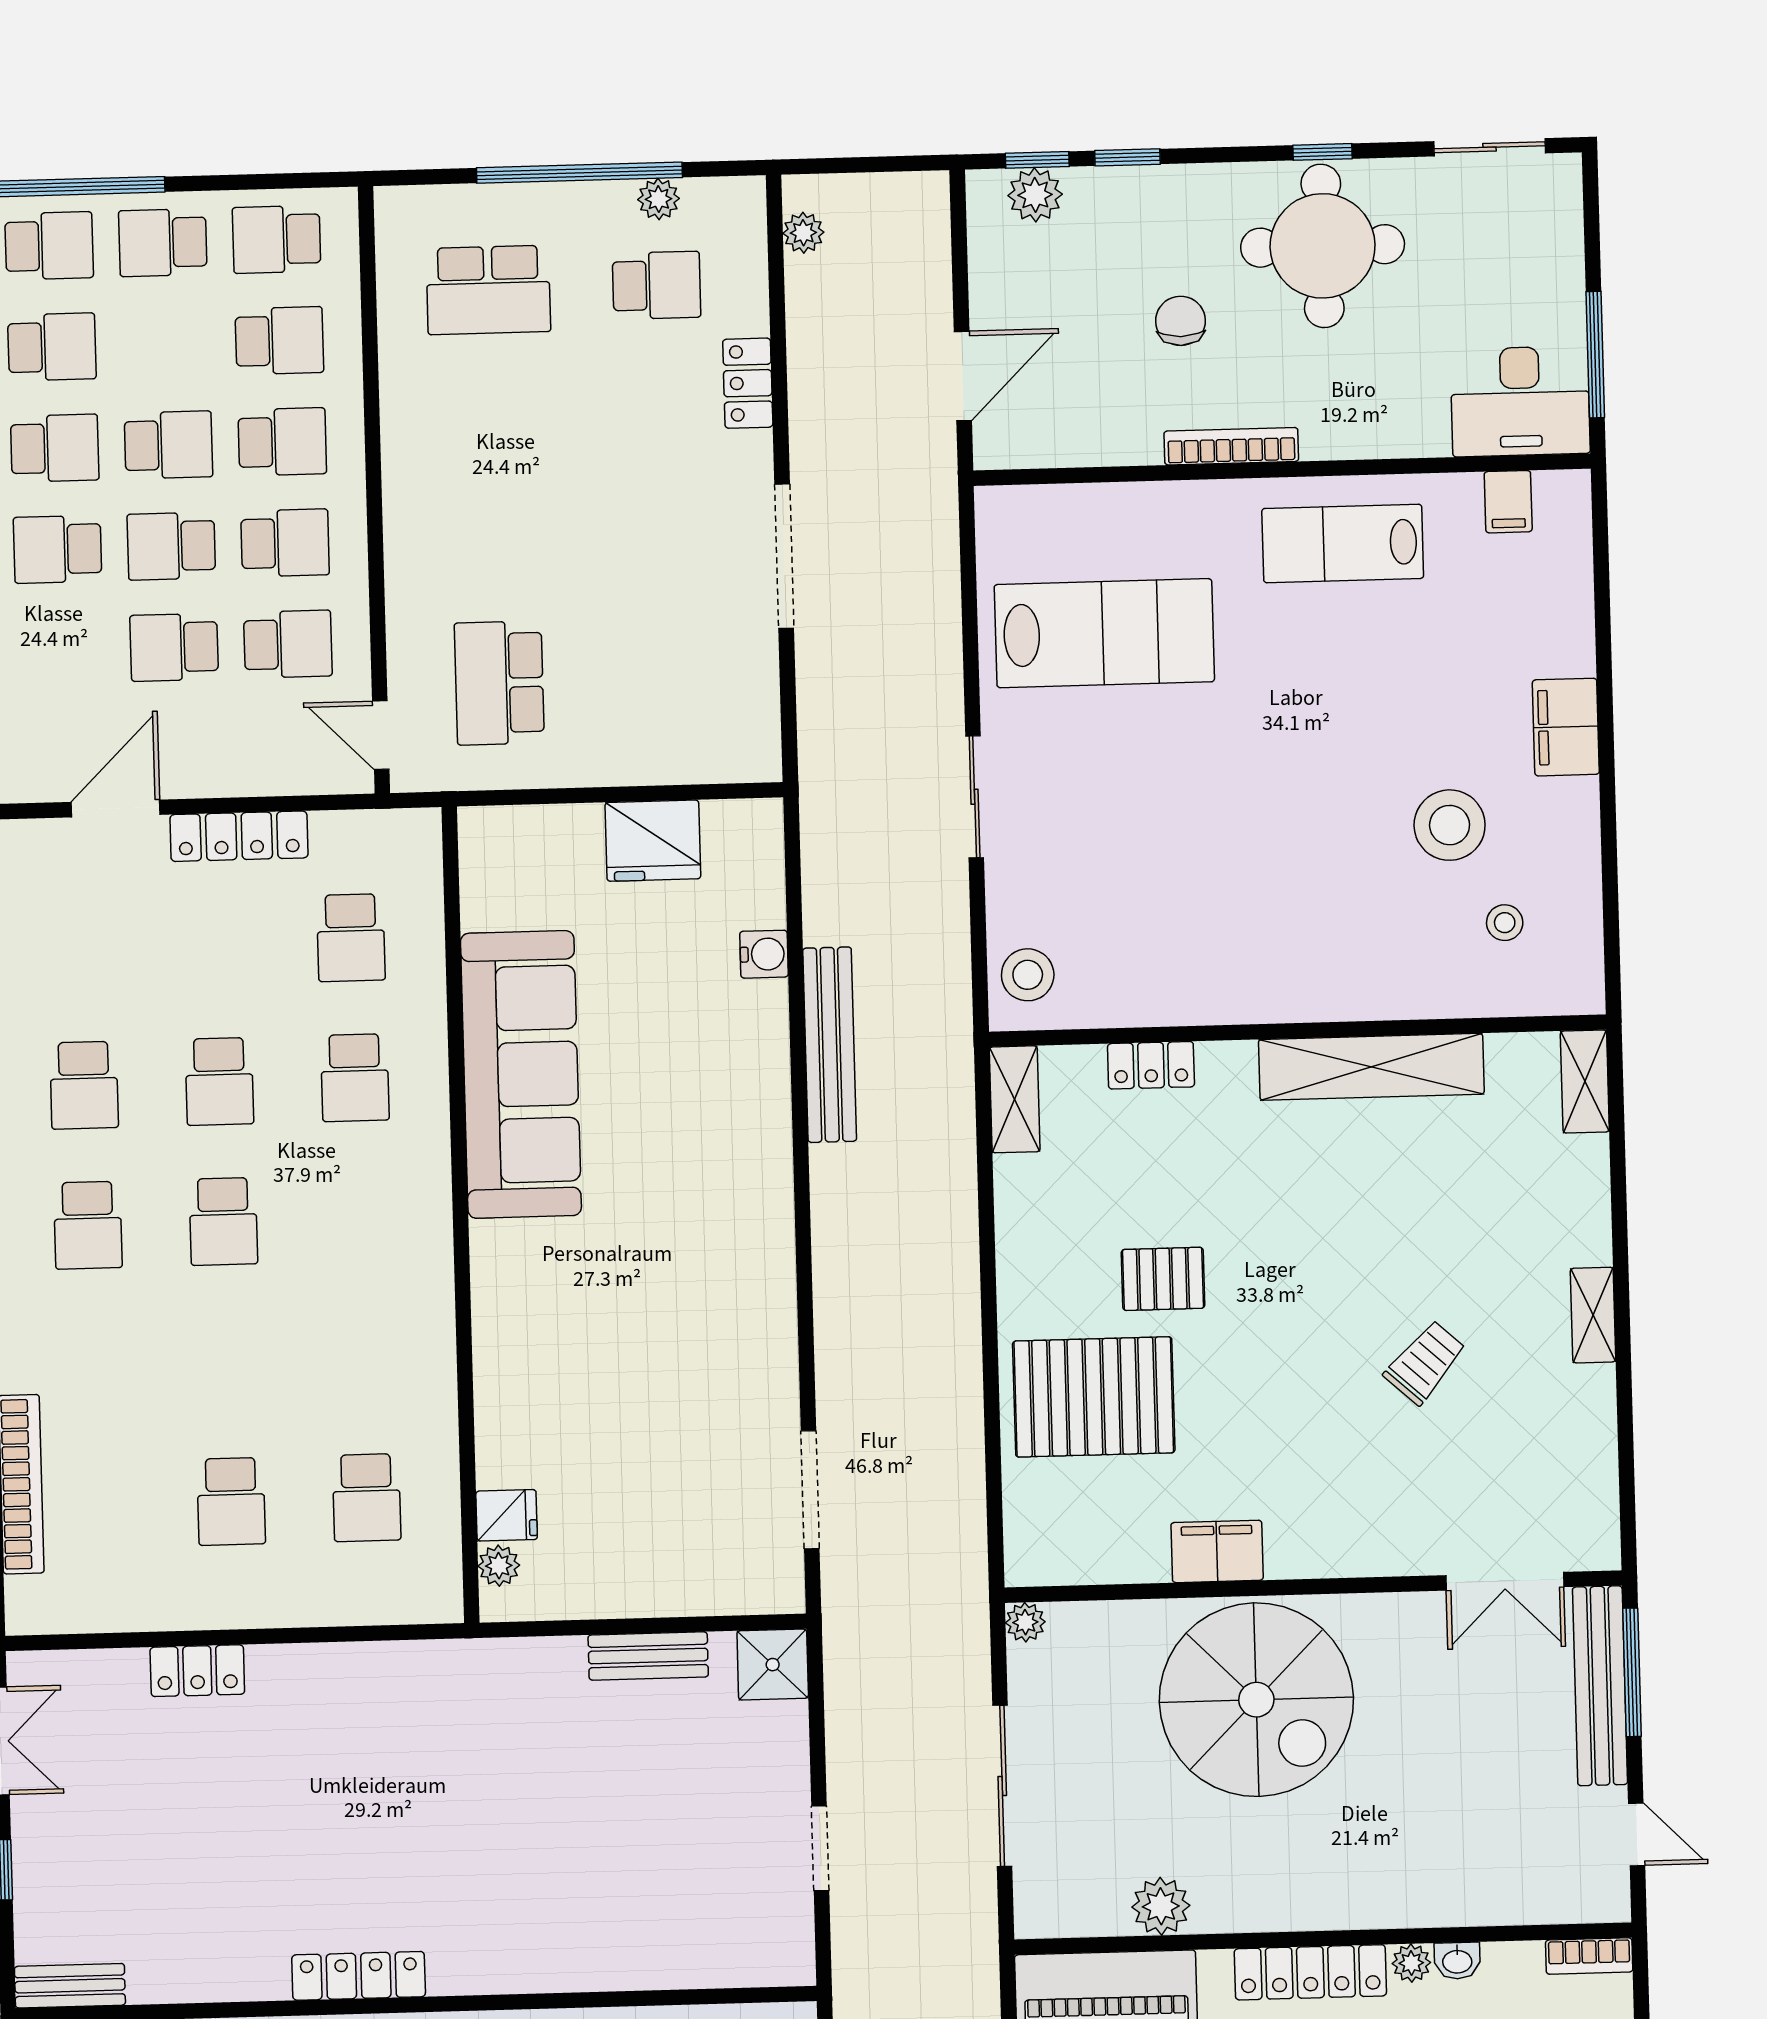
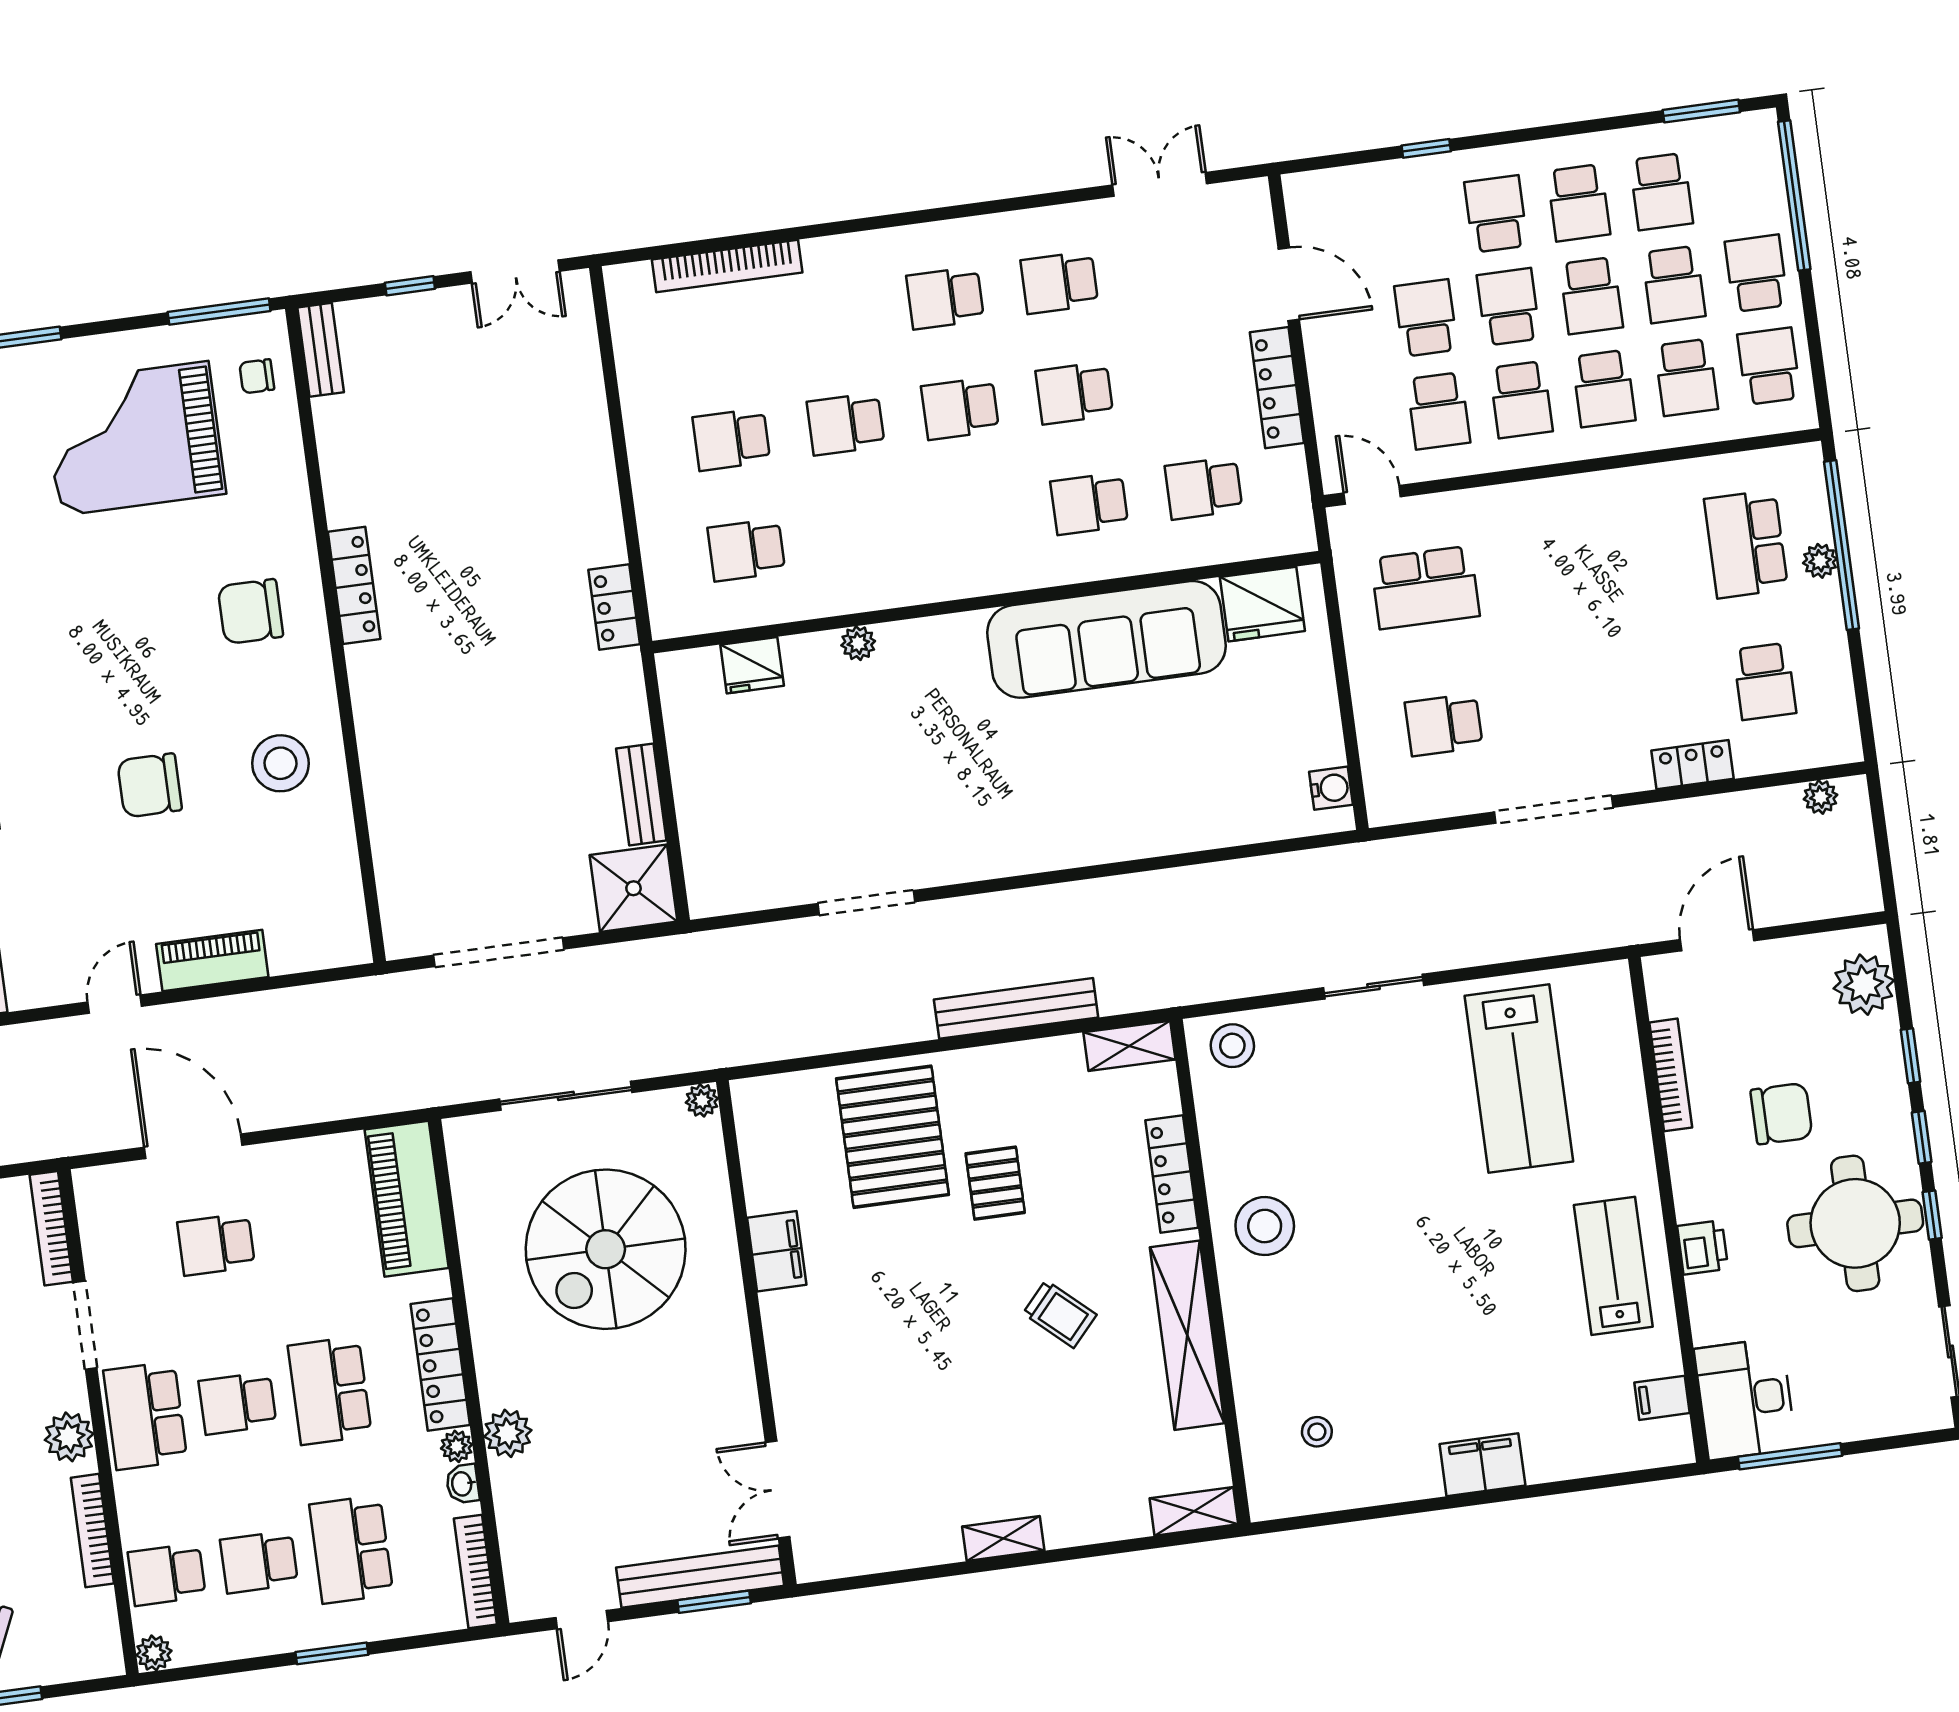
window: (1037, 160) -> (1922, 1137), moved
window: (579, 173) -> (1842, 545), moved
plant: (1035, 195) -> (1864, 985), width x1.36, depth x1.36
plant: (659, 199) -> (1820, 561), moved
school desk: (49, 246) -> (1674, 284), moved
chair: (1180, 321) -> (1781, 1114), width x1.37, depth x1.37
door: (963, 376) -> (1717, 940), swing flipped
printer: (1332, 433) -> (1703, 1247), added
bookcase: (1231, 446) -> (1671, 1075), moved
school desk: (668, 678) -> (1444, 725), added
school desk: (499, 683) -> (1425, 587), turned 180
door: (381, 735) -> (1372, 495), hinge flipped
stool: (1450, 825) -> (1265, 1226), moved
fridge: (653, 841) -> (1262, 604), moved, turned -90
water cooler: (764, 954) -> (1331, 788), moved, turned -90
bench: (830, 1045) -> (1016, 1008), moved
locker: (1151, 1065) -> (1172, 1174), width x1.53
school desk: (227, 1361) -> (846, 424), added
trolley: (1425, 1362) -> (1060, 1314), moved
doorway: (810, 1490) -> (866, 903), moved
fridge: (507, 1515) -> (752, 665), width x1.38
plant: (499, 1566) -> (858, 643), moved
shower: (773, 1665) -> (633, 888), width x1.36, depth x1.36
locker: (197, 1671) -> (614, 607), moved
window: (1632, 1672) -> (714, 1602), width x0.69
spiral stairs: (1256, 1700) -> (606, 1249), moved
doorway: (820, 1848) -> (499, 952), width x1.87
plant: (1161, 1906) -> (508, 1433), moved
bookcase: (1589, 1956) -> (475, 1572), width x1.56

